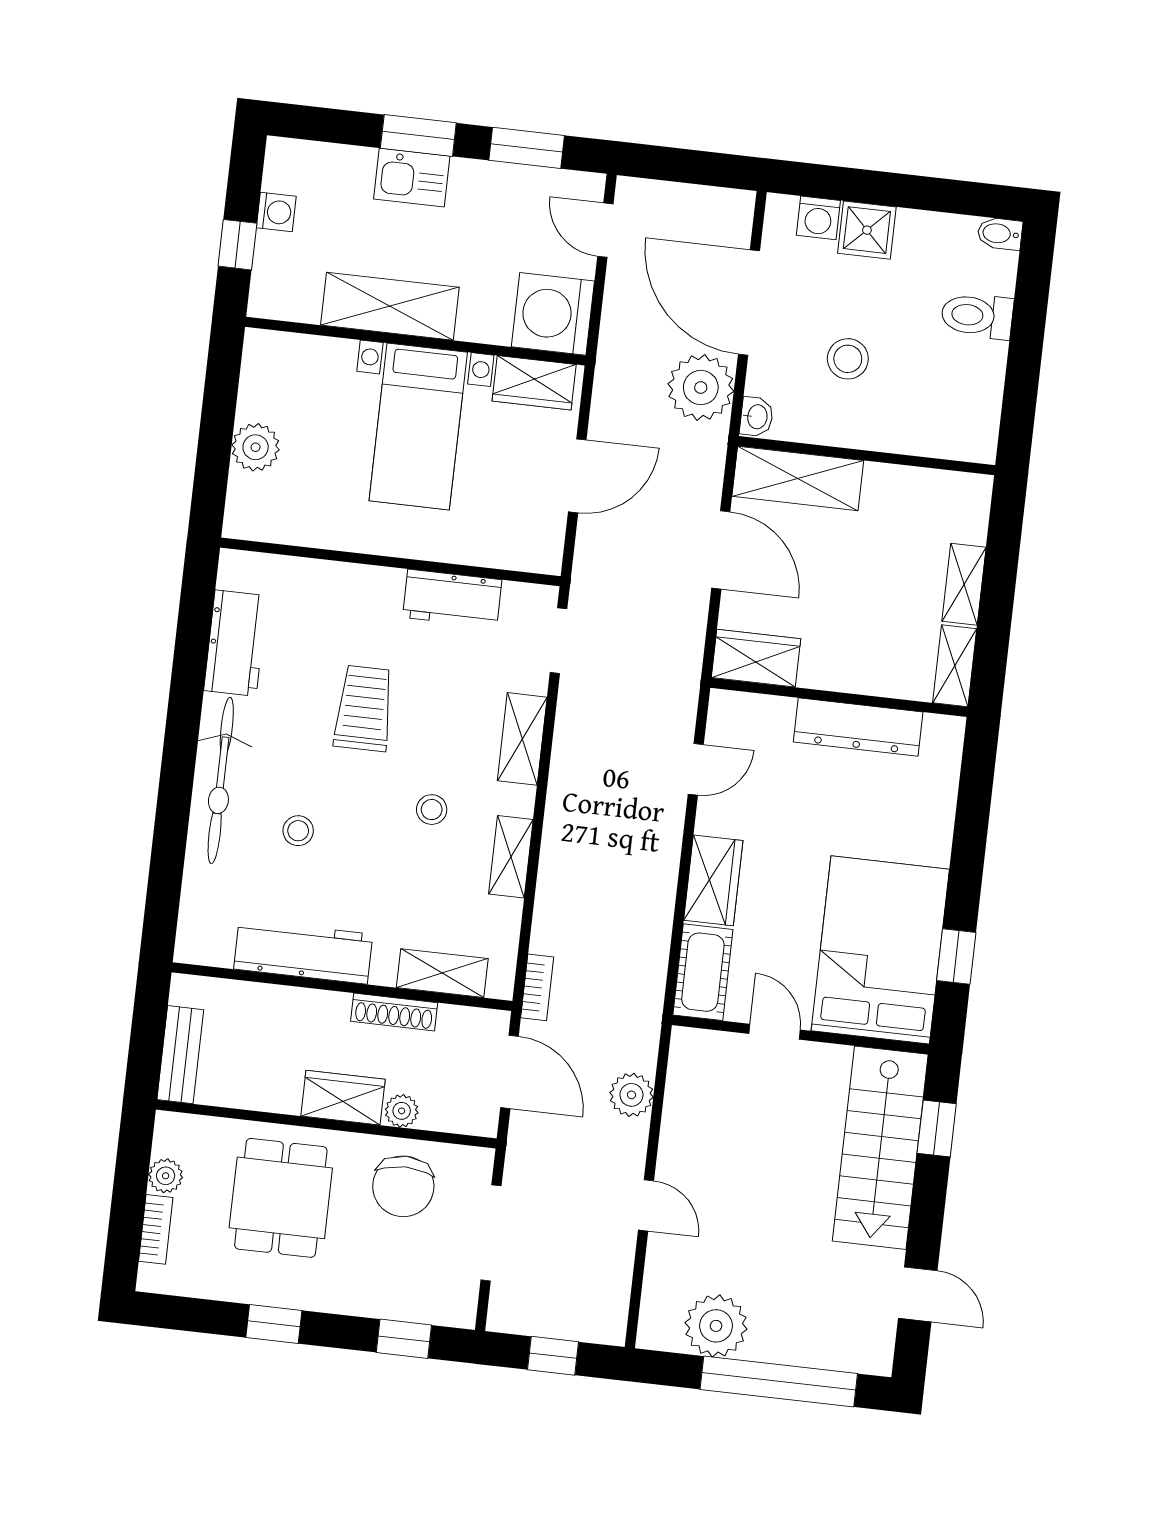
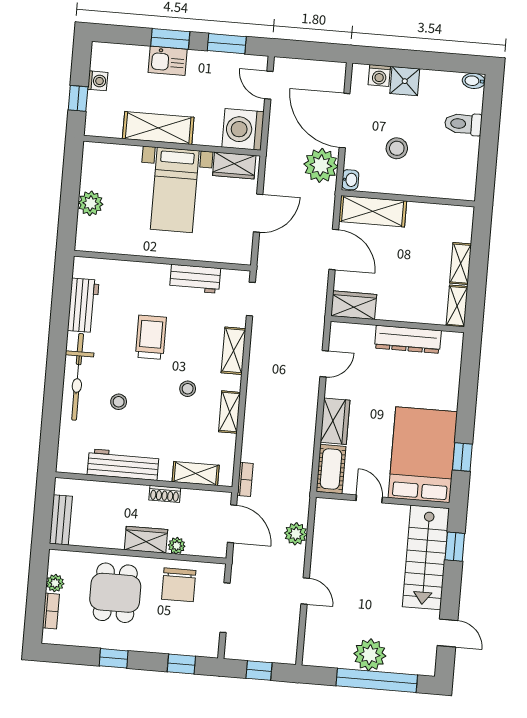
shoe rack: (394, 1012) -> (165, 494), width x0.70
plant: (716, 1326) -> (370, 655), moved

